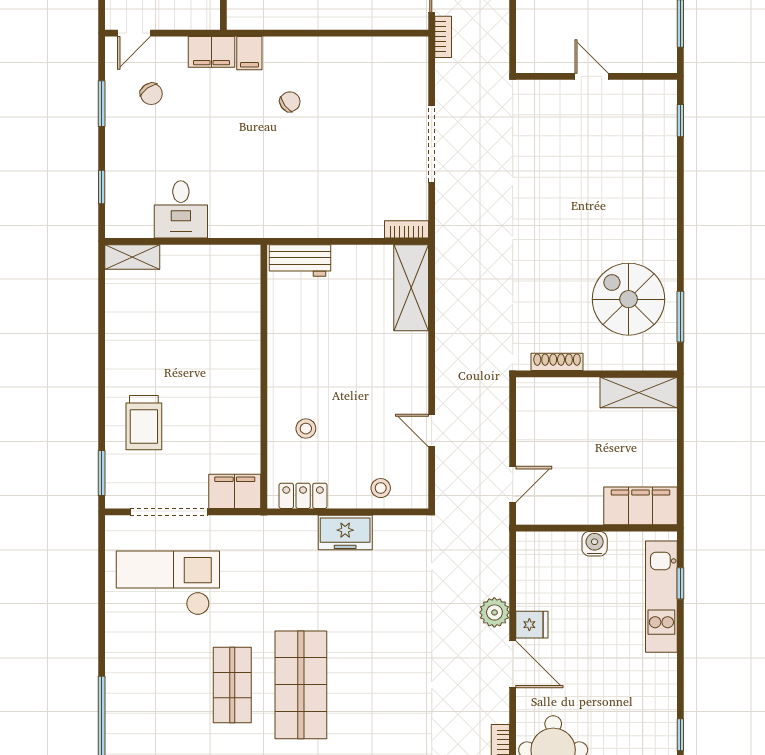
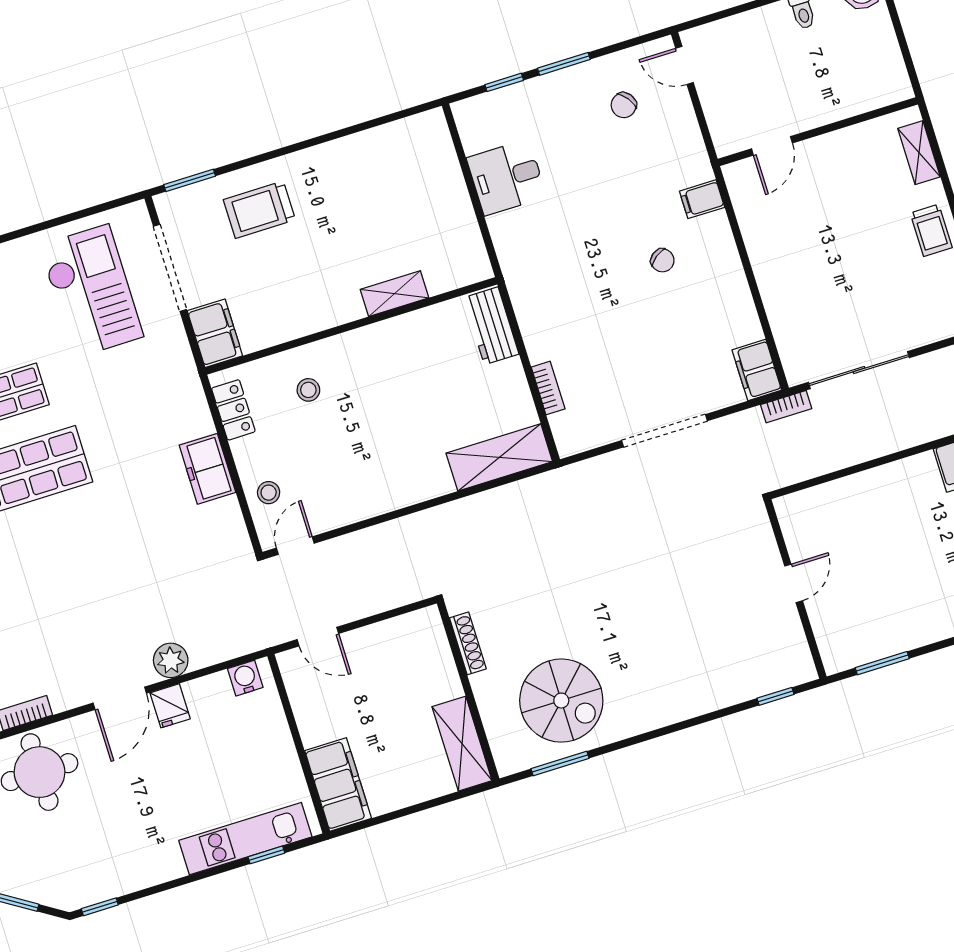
filing cabinet: (212, 52) -> (757, 370), moved
window: (102, 104) -> (564, 64), moved
bookcase: (407, 229) -> (548, 388), moved
shelving: (132, 257) -> (394, 294), moved, turned 90
spiral stairs: (629, 299) -> (561, 701), turned 90
door: (432, 430) -> (295, 546), moved
water cooler: (595, 544) -> (245, 678), moved, turned -90

